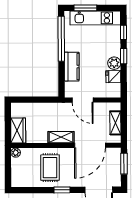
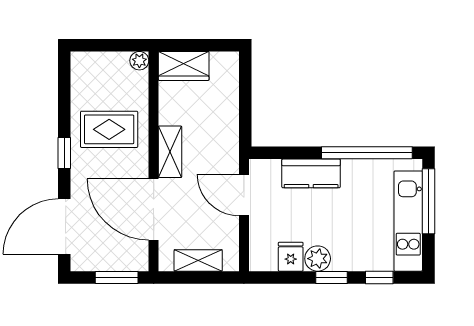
window: (85, 8) -> (428, 201), width x1.44
door: (83, 100) -> (244, 195), hinge flipped

